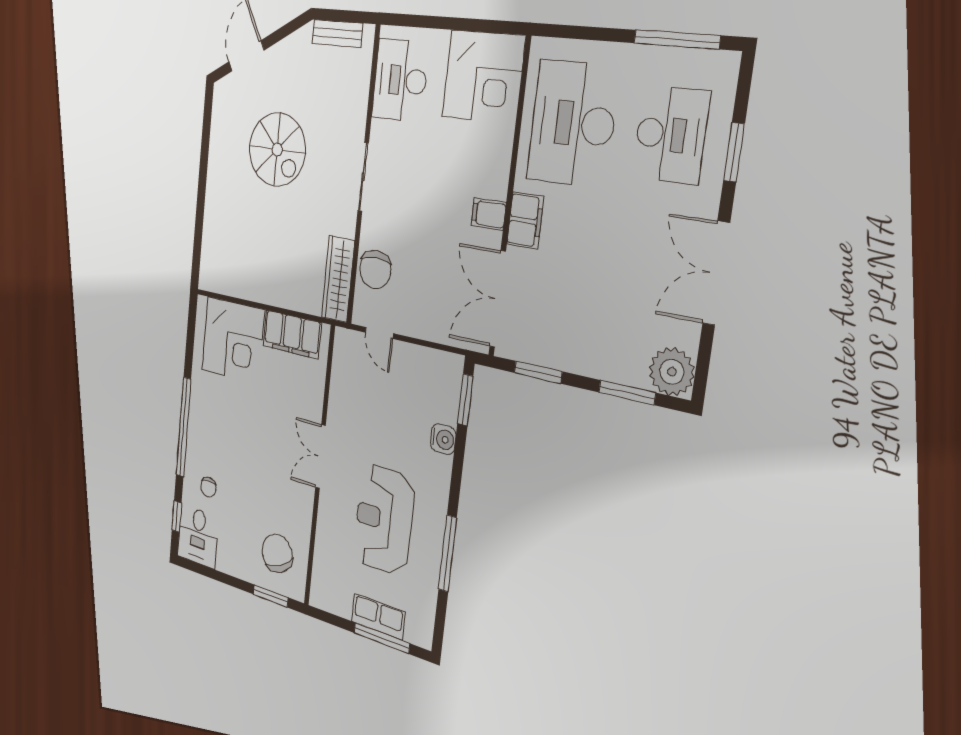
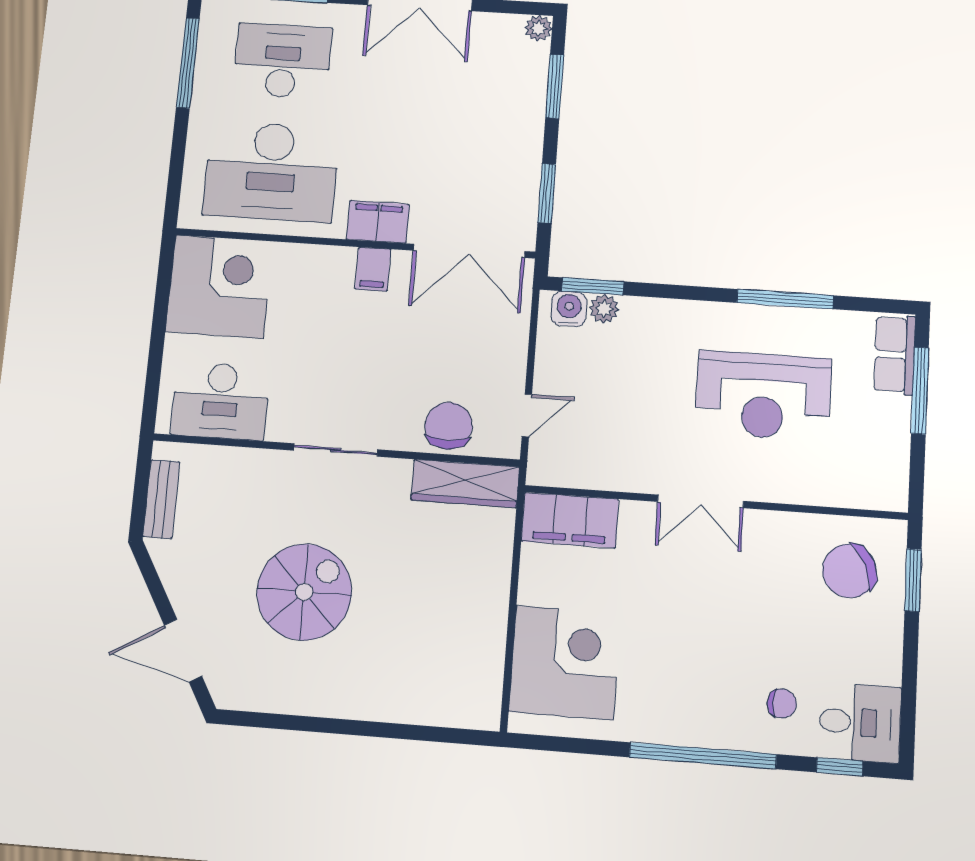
chair: (375, 270) -> (449, 426), turned -90
filing cabinet: (292, 334) -> (570, 520), moved, turned 90
plant: (672, 372) -> (538, 28), width x0.53, depth x0.53
plant: (449, 407) -> (604, 309), added
water cooler: (443, 439) -> (569, 309), moved
row of seats: (378, 617) -> (895, 355), moved

